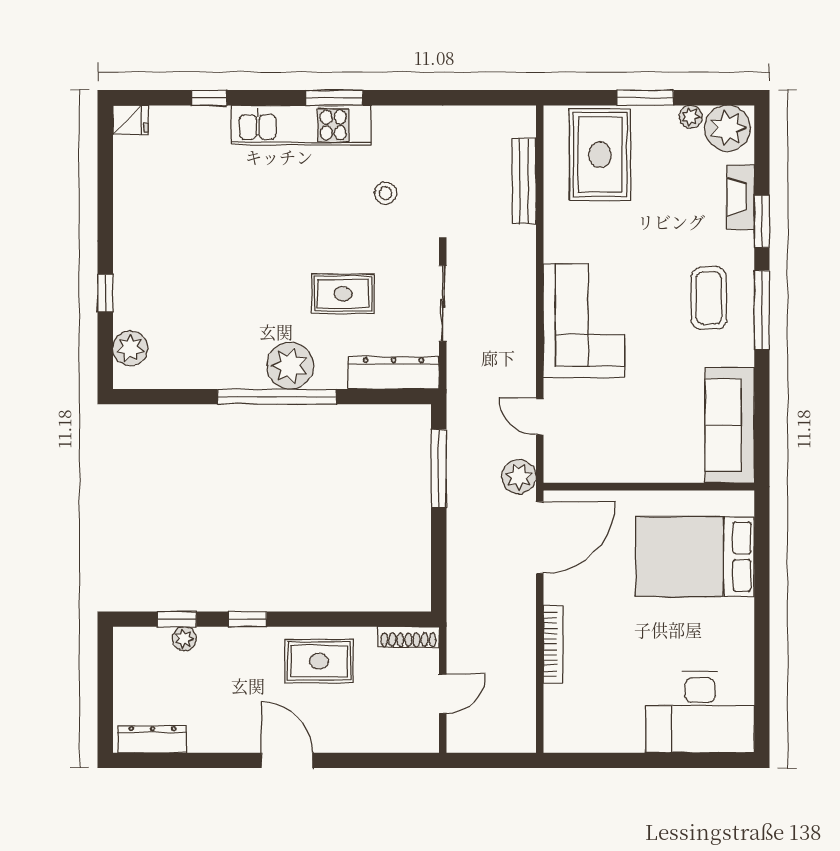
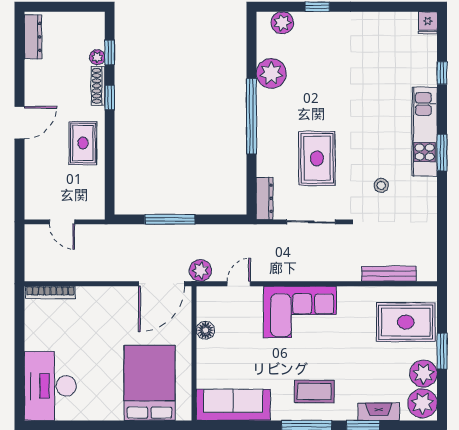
plant: (691, 117) -> (423, 374), width x1.87, depth x1.87
rug: (343, 294) -> (317, 158), width x1.36, depth x1.43
plant: (290, 366) -> (271, 73), moved
dresser: (394, 373) -> (265, 198), width x0.73, depth x0.80
window: (439, 469) -> (170, 219), moved
floor lamp: (613, 469) -> (205, 330), added
door: (540, 538) -> (161, 284), hinge flipped
shoe rack: (408, 637) -> (98, 86), moved
bookcase: (553, 644) -> (50, 292), moved

